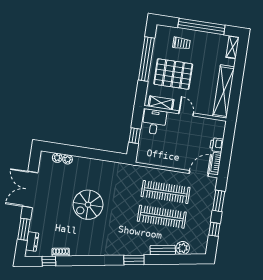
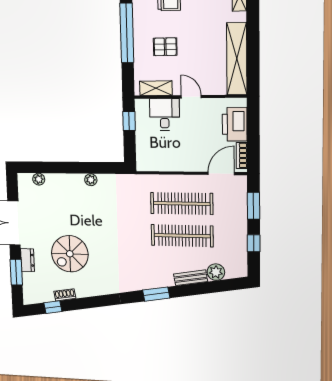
pallet: (173, 74) -> (165, 47), width x0.49, depth x0.50
desk: (154, 122) -> (165, 115), moved
window: (135, 136) -> (129, 121), moved
printer: (217, 145) -> (235, 124), width x1.87, depth x1.48
plant: (68, 159) -> (91, 180), moved
spiral stairs: (88, 205) -> (70, 254), moved
dresser: (32, 241) -> (27, 260), moved

